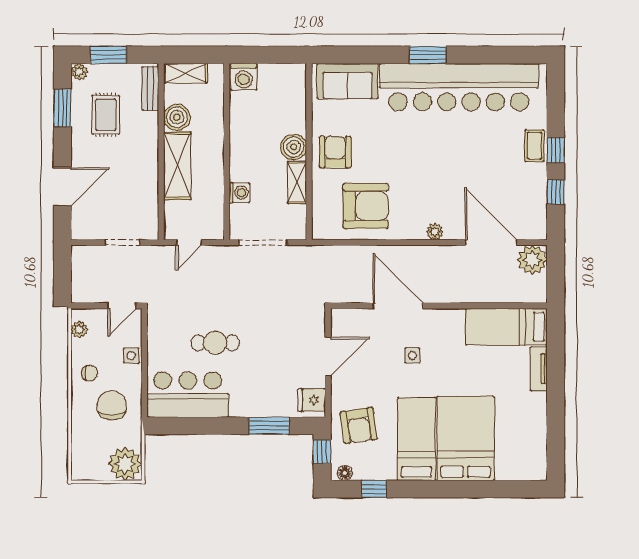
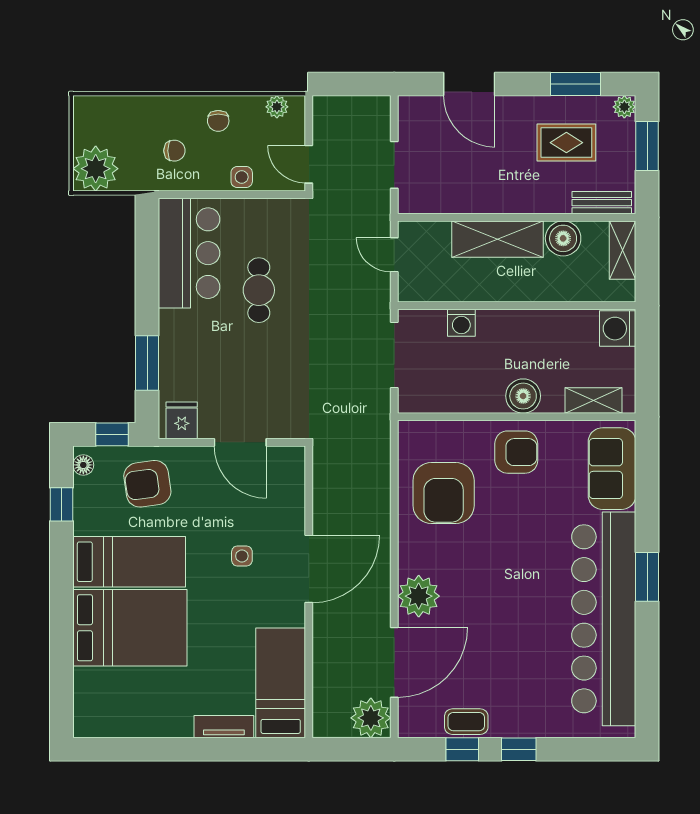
coffee table: (534, 146) -> (466, 722), moved
shelving: (297, 182) -> (593, 401), moved
plant: (435, 232) -> (419, 596), width x1.88, depth x1.88
door: (398, 306) -> (309, 569), moved
chair: (112, 405) -> (174, 151), width x0.54, depth x0.54

